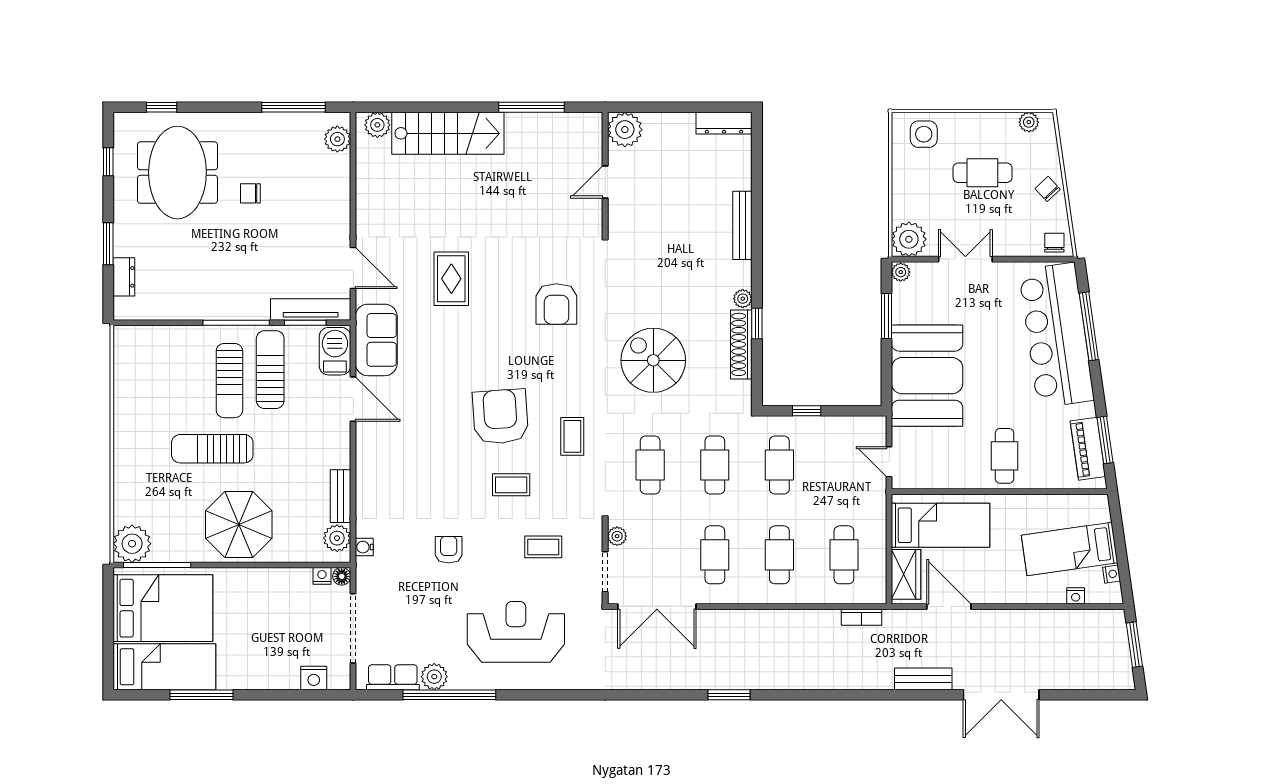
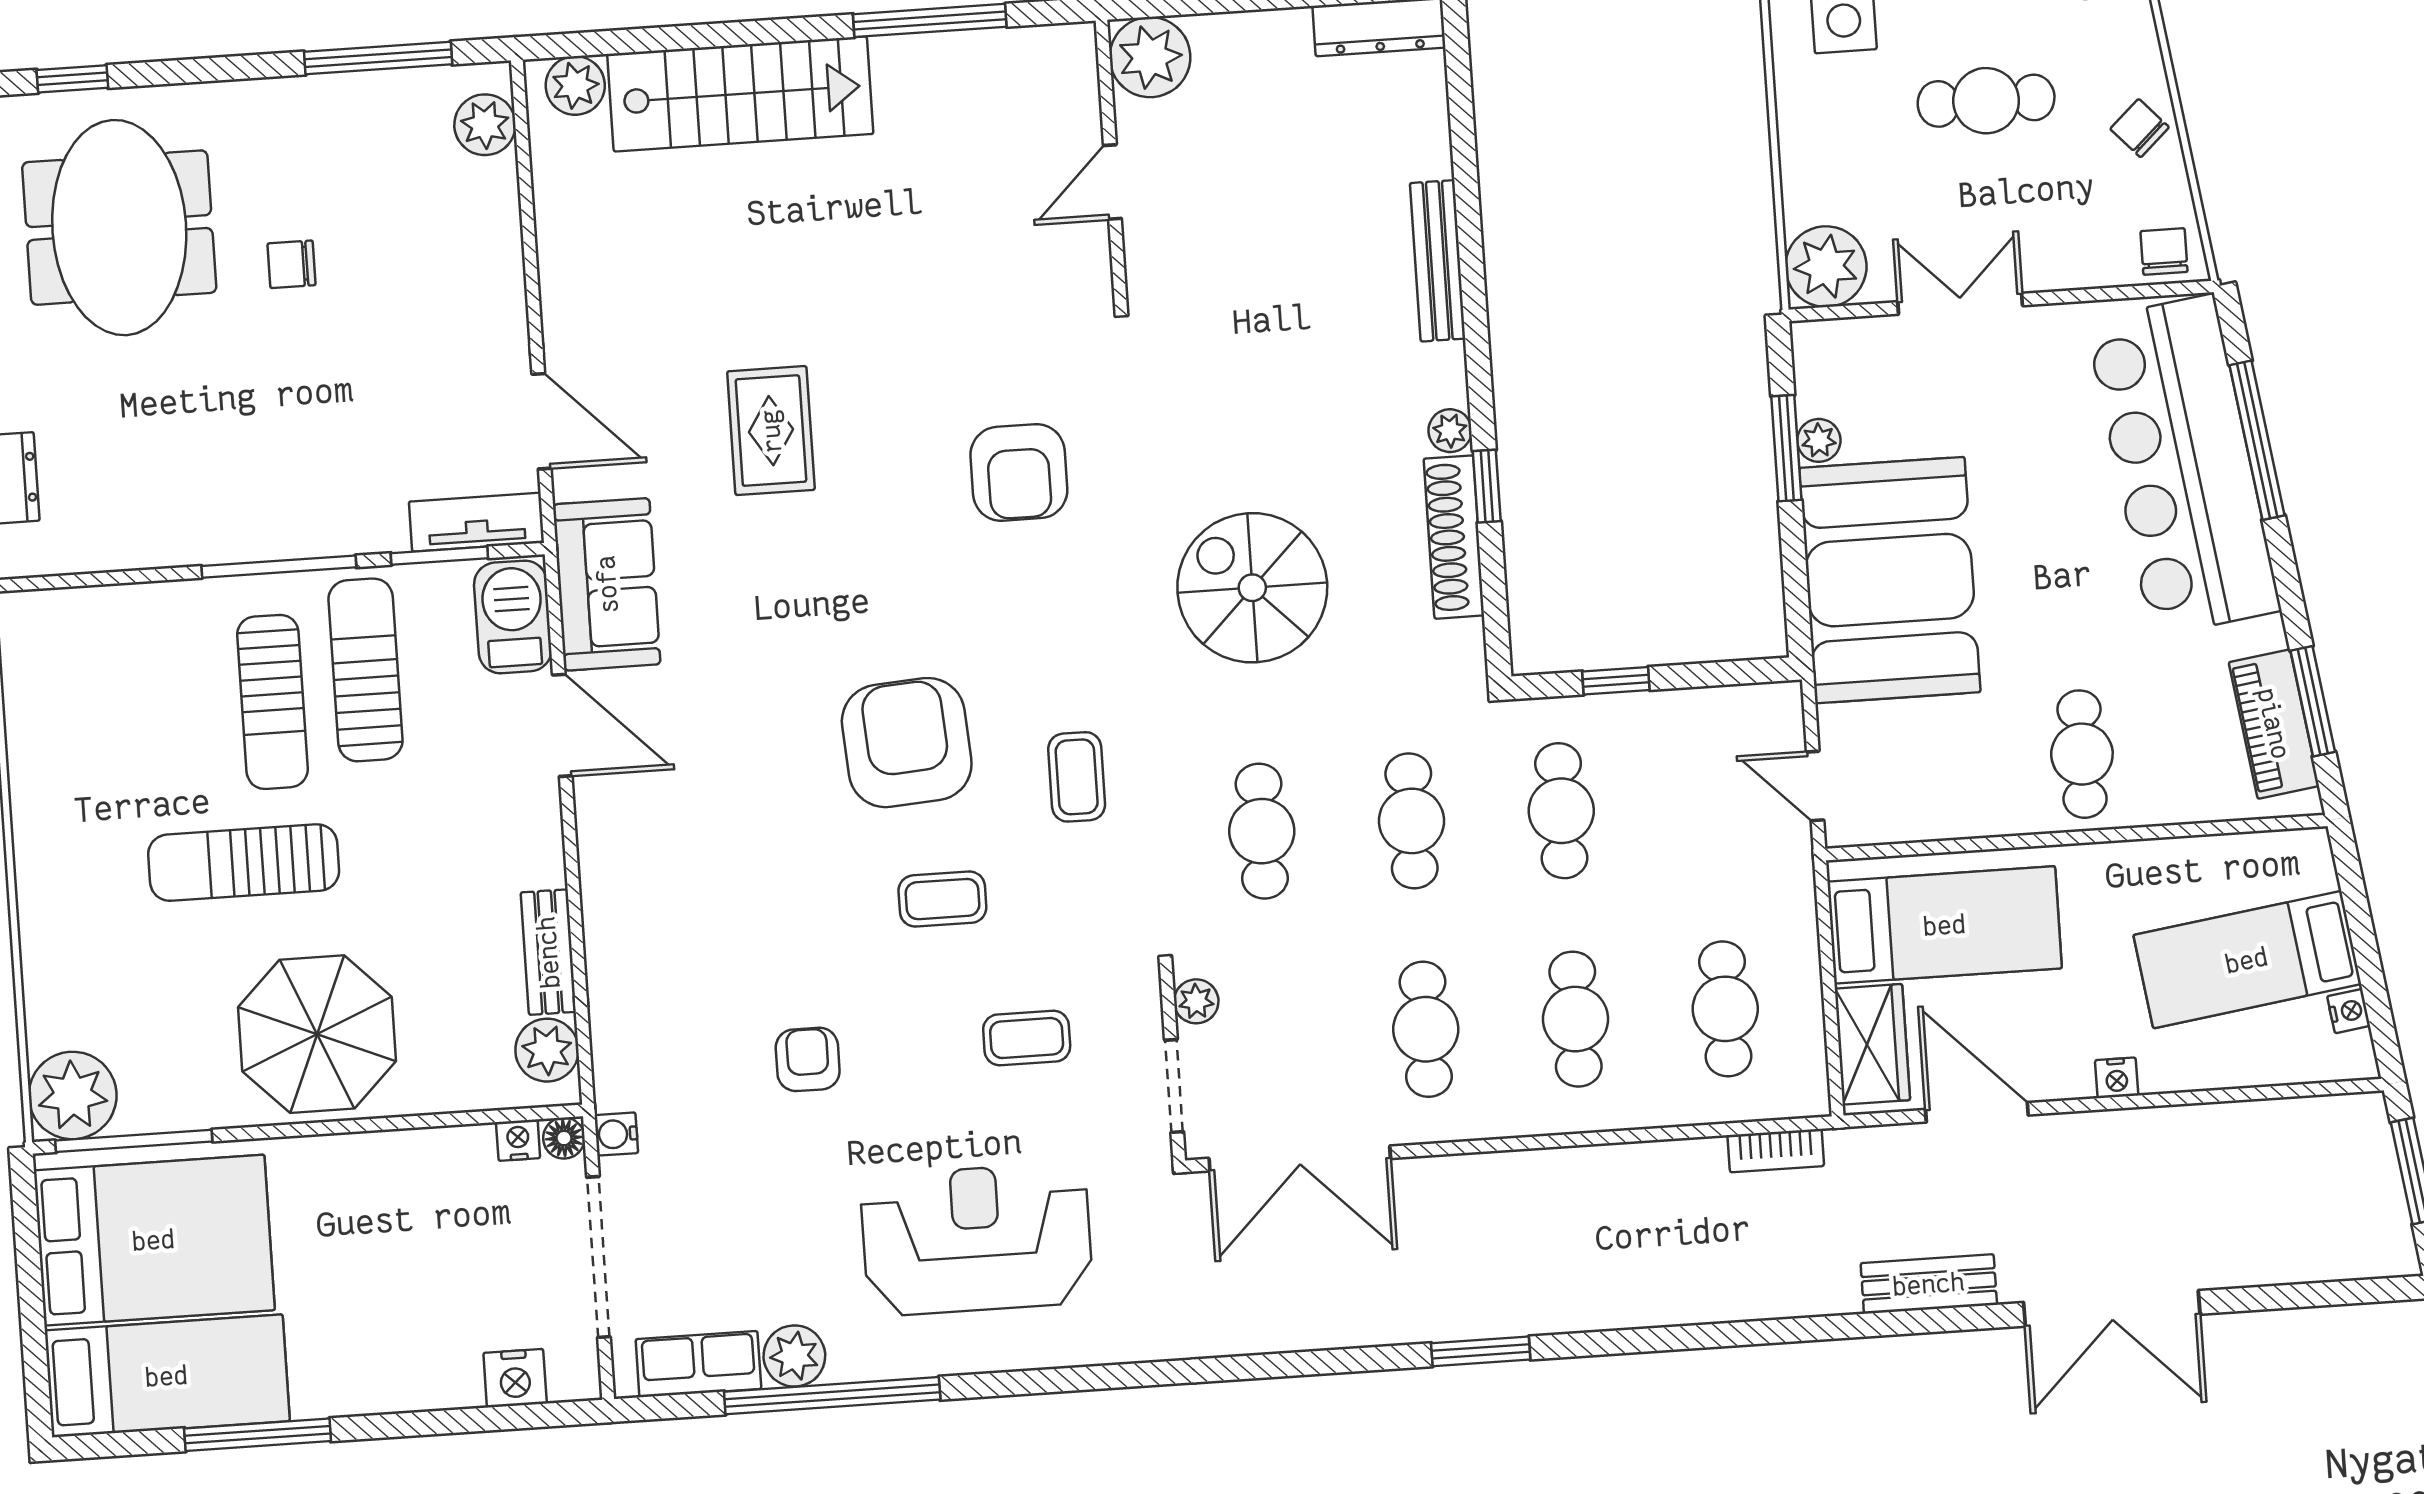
plant: (901, 272) -> (1819, 440), moved
tv unit: (311, 309) -> (476, 522), width x0.71
water cooler: (364, 547) -> (616, 1134), moved
nightstand: (1076, 596) -> (2117, 1078), moved

